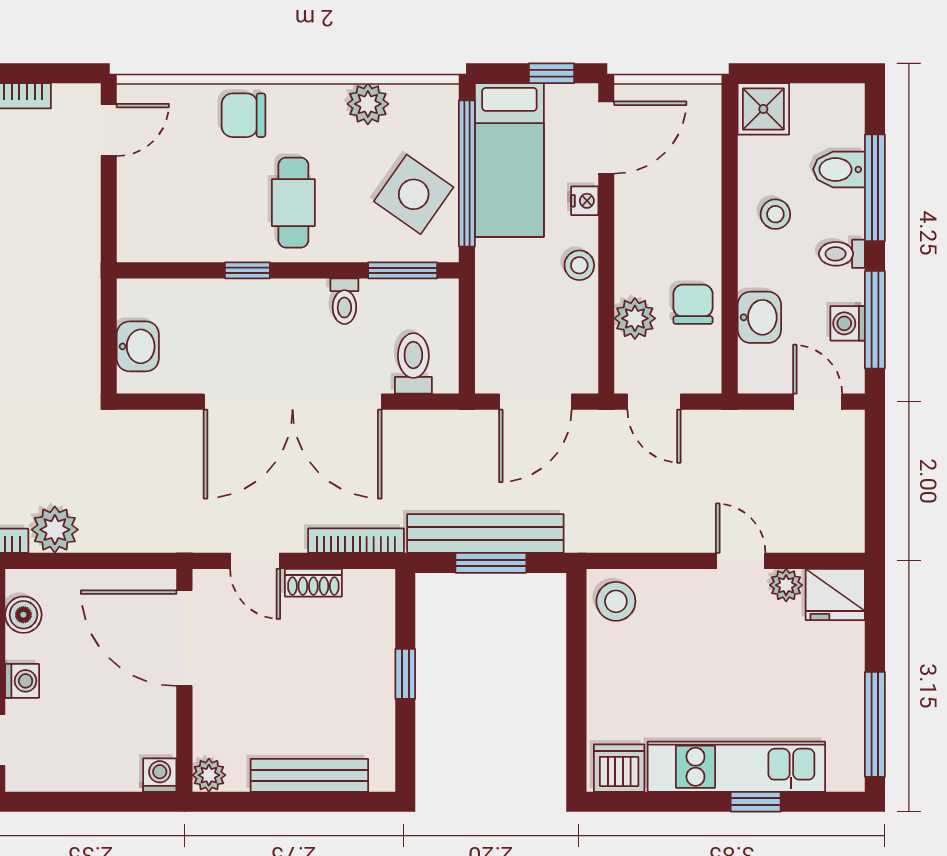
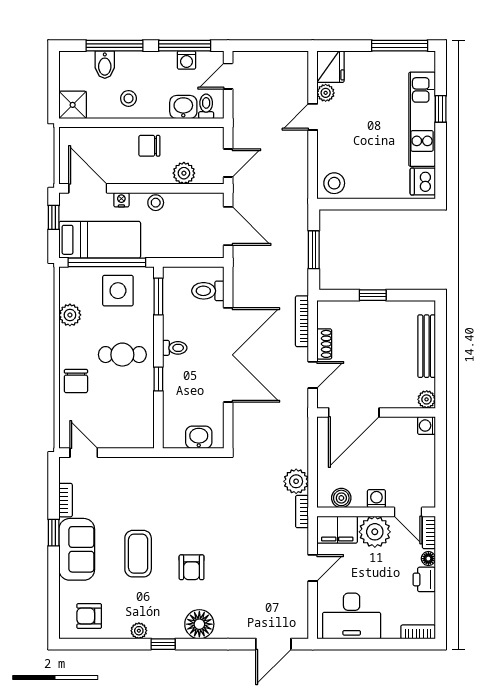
side table: (414, 194) -> (118, 291), turned -35
toilet: (842, 254) -> (206, 106), moved, turned 180
toilet: (344, 301) -> (175, 348), moved
chair: (693, 304) -> (149, 146), moved
bench: (485, 533) -> (298, 253), removed

